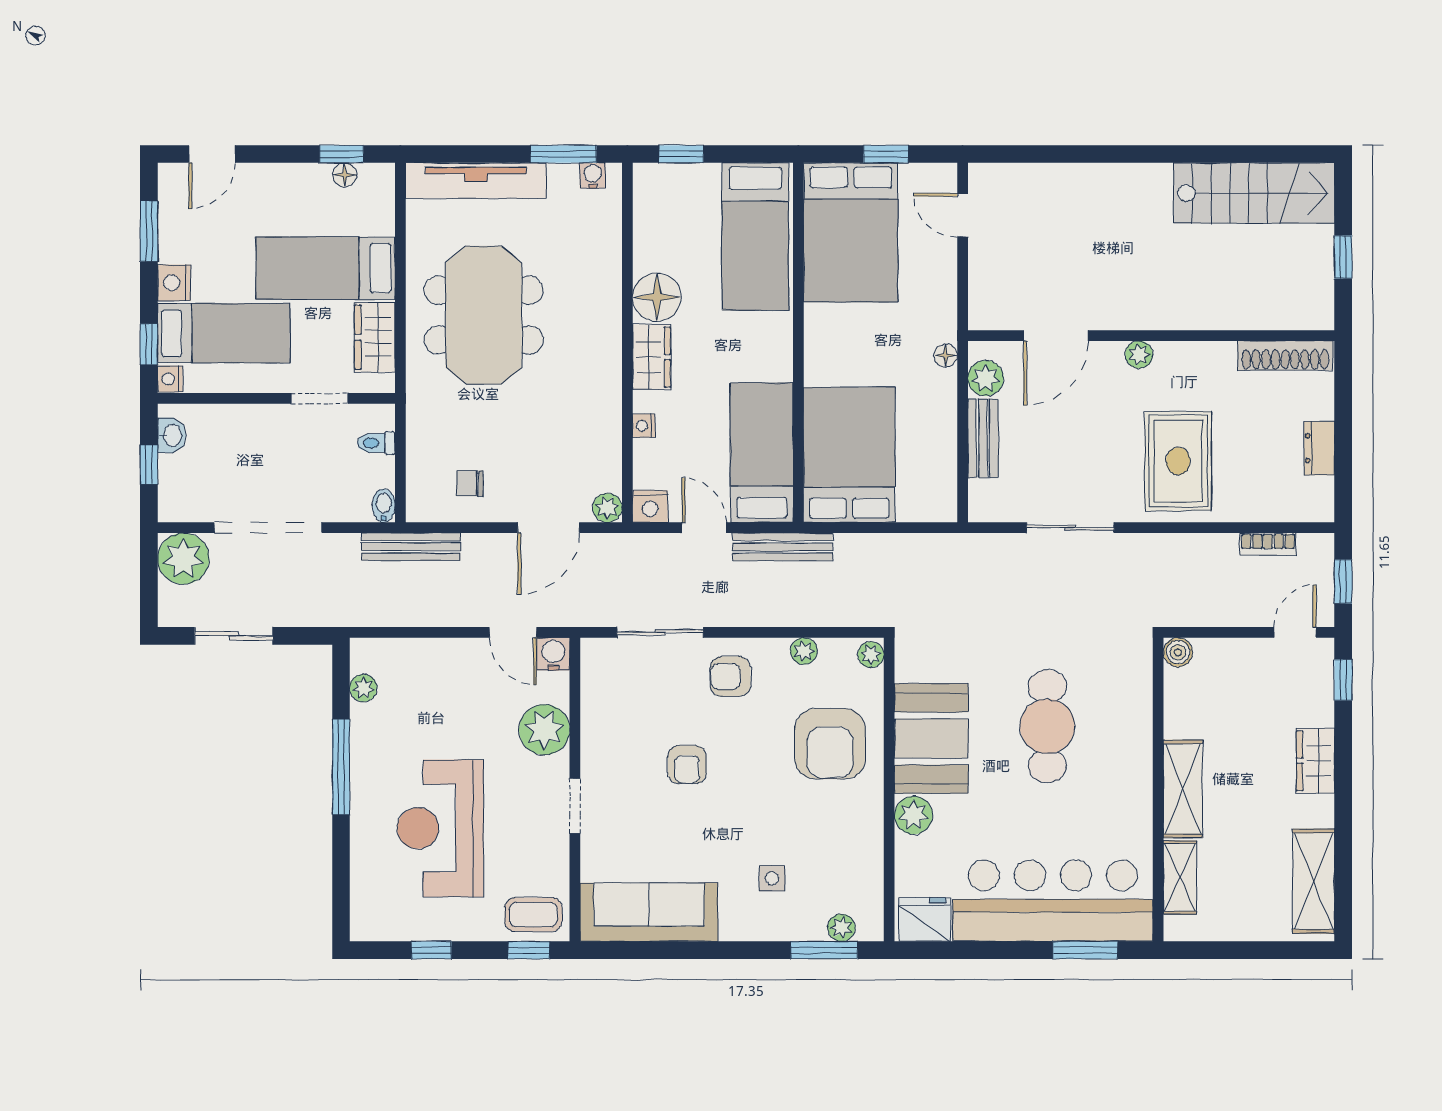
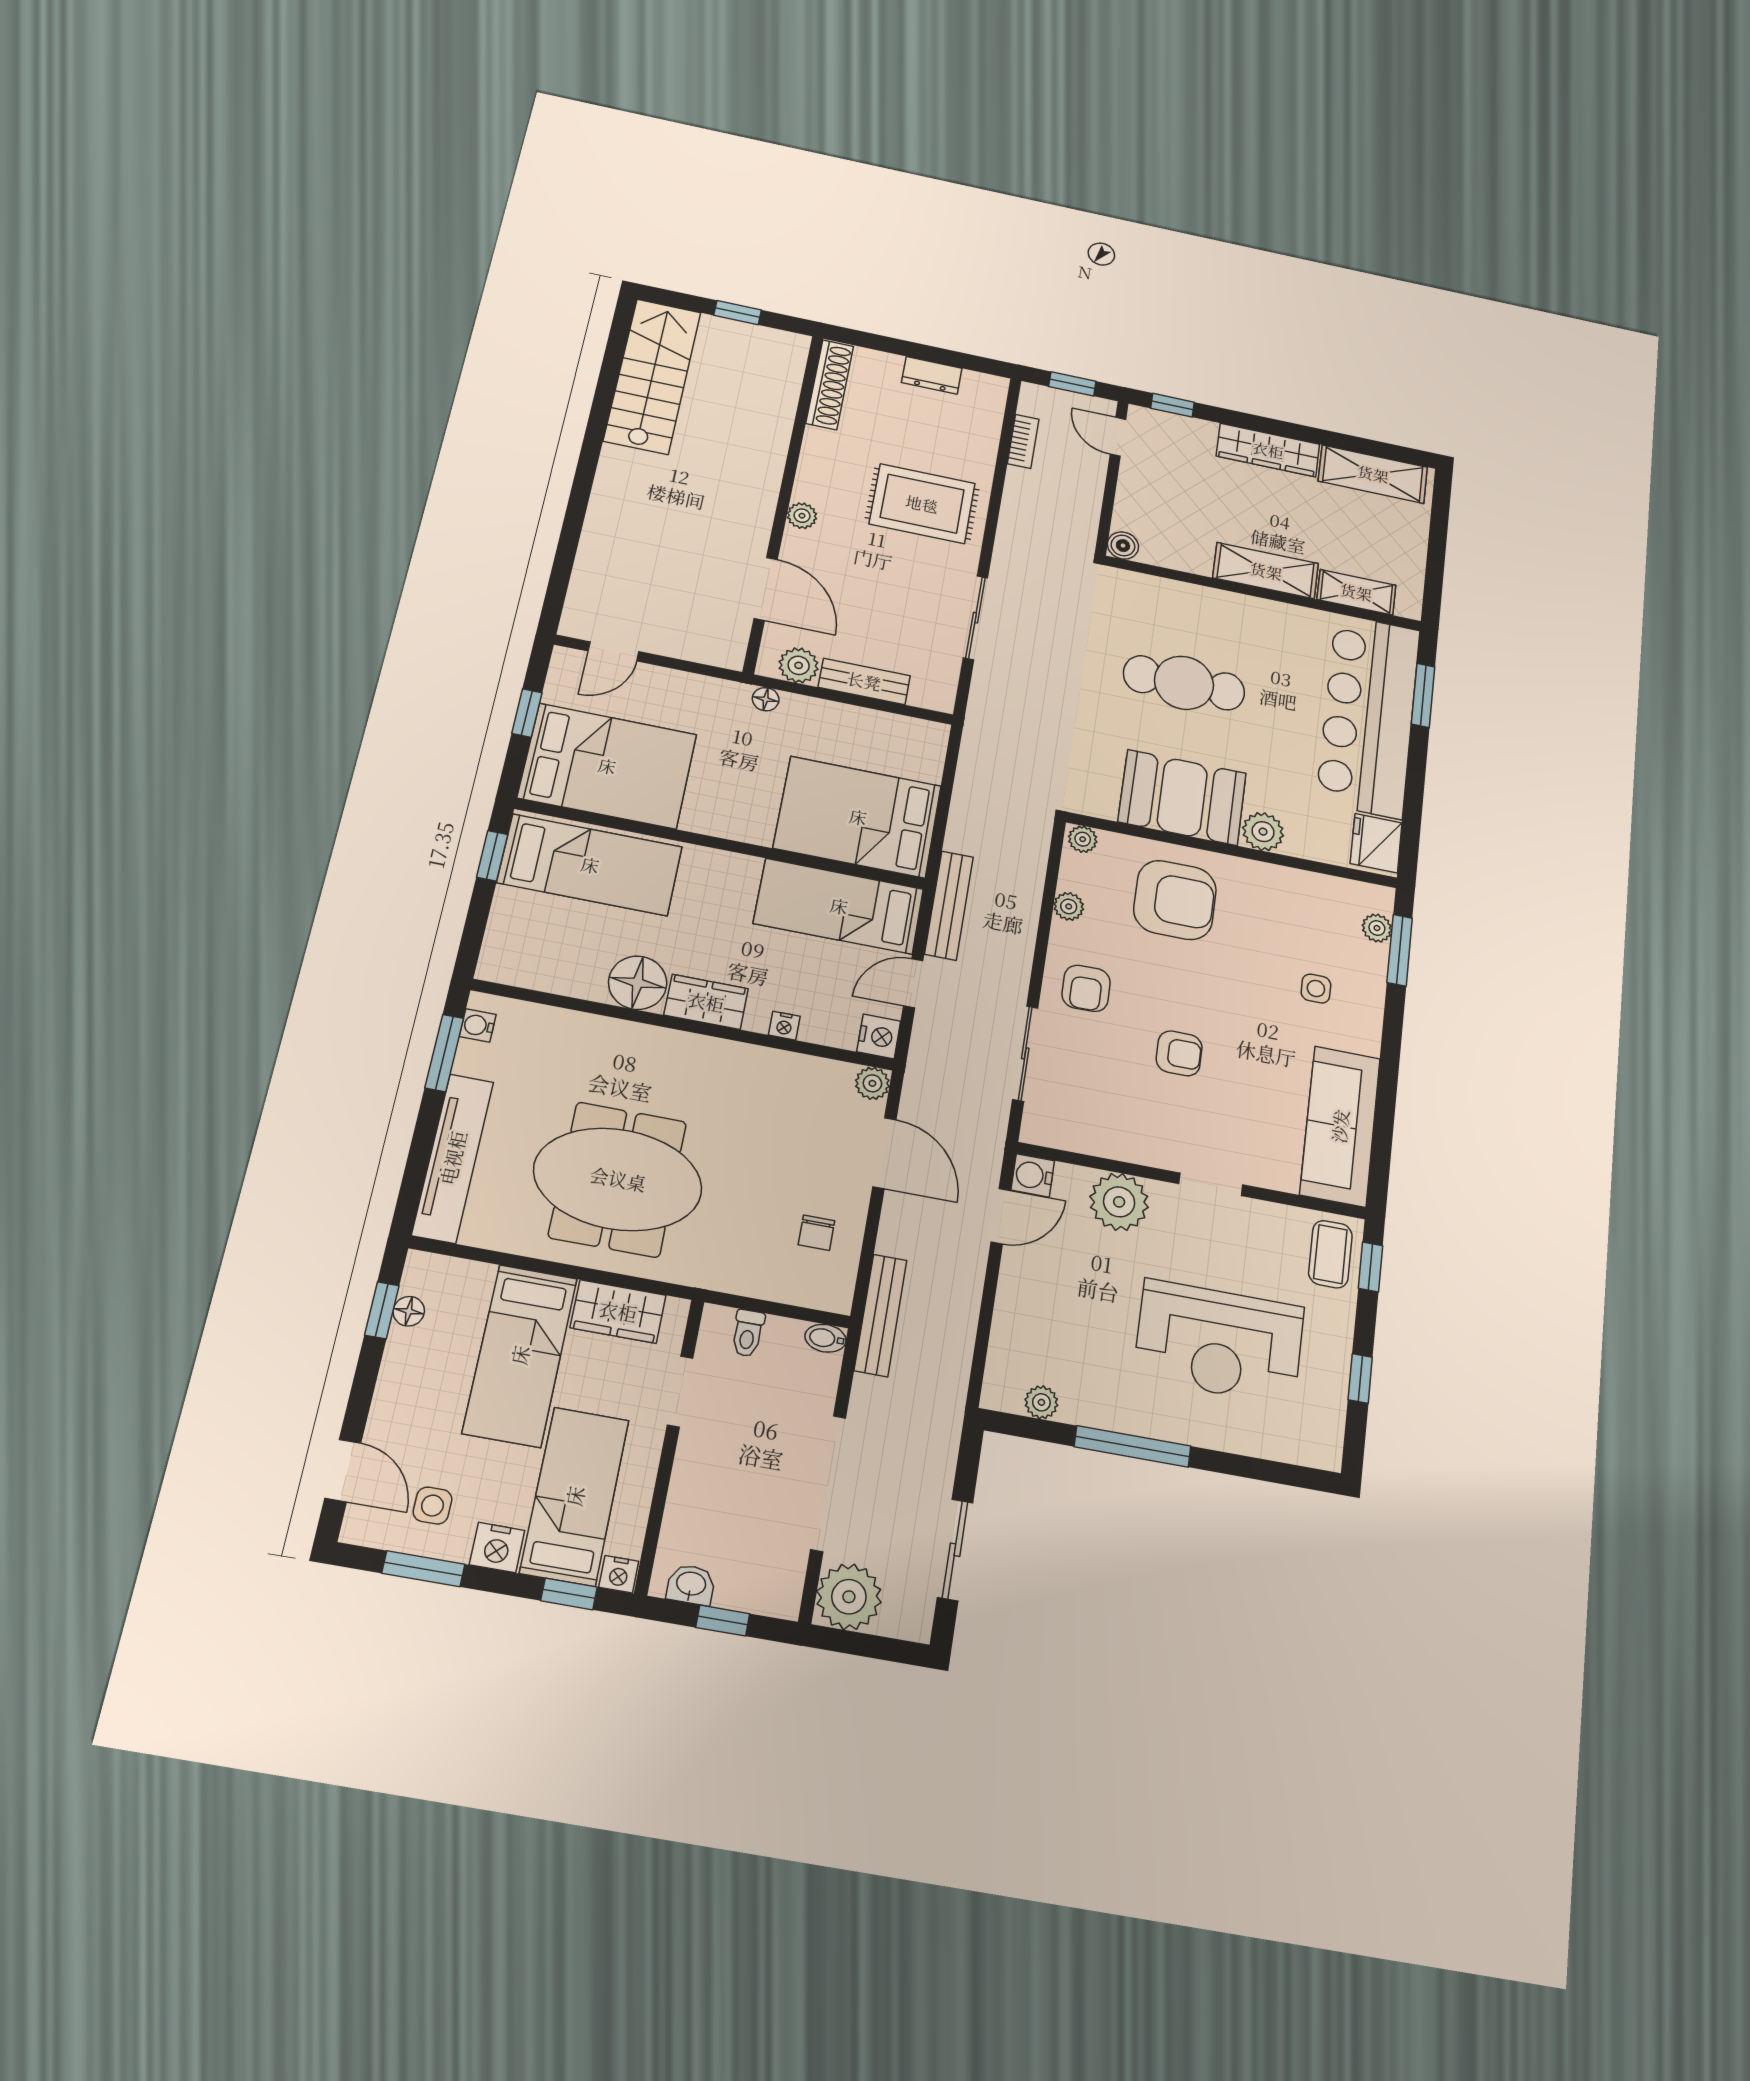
window: (681, 154) -> (492, 856), moved
side table: (197, 227) -> (432, 1506), added
wardrobe: (1315, 761) -> (1268, 450), width x1.50

